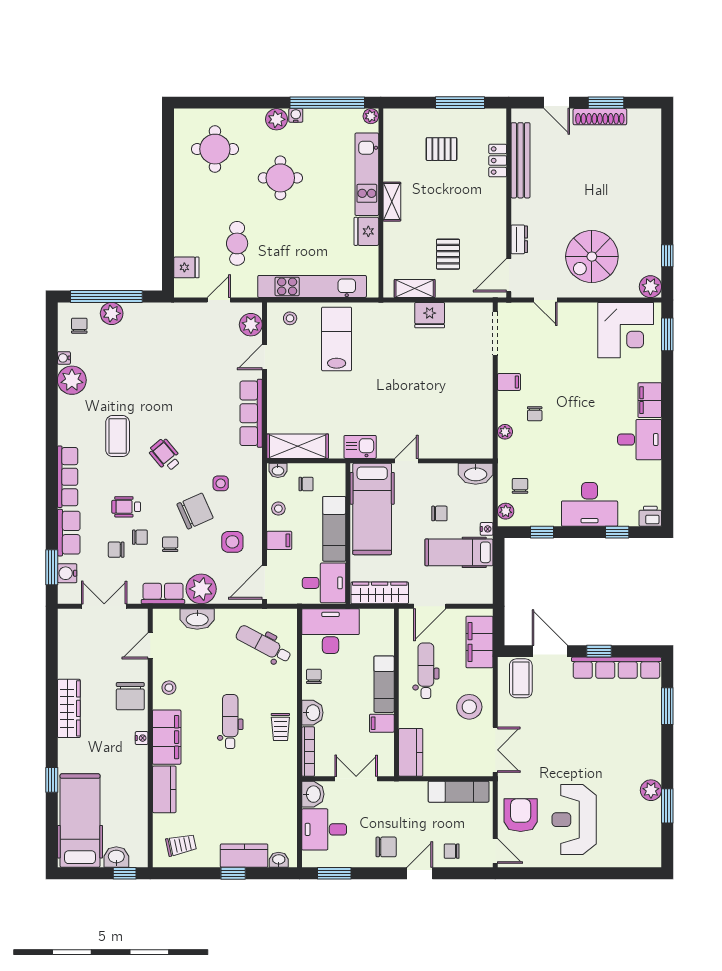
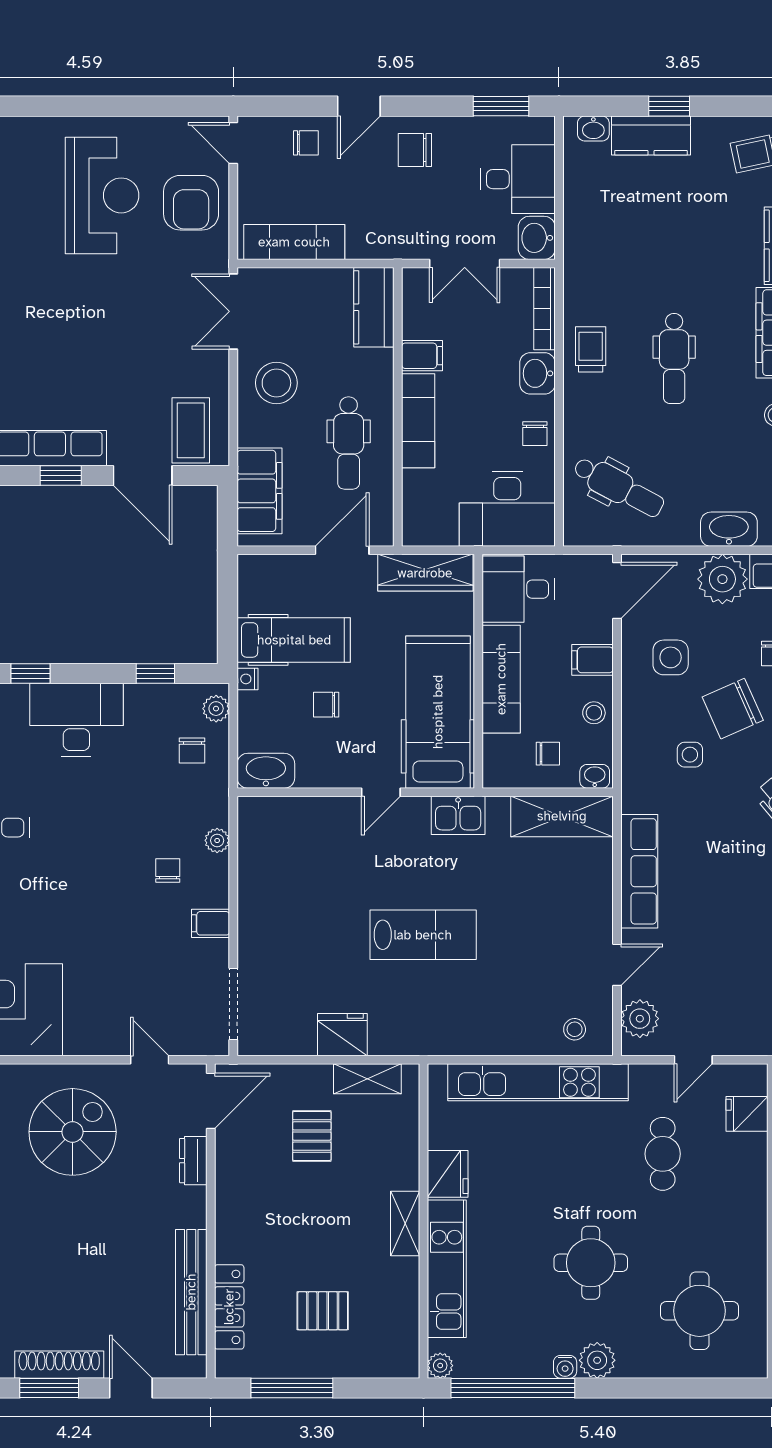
locker: (498, 161) -> (229, 1307), width x1.53
lab bench: (337, 339) -> (423, 935), moved, turned -90
chair: (306, 484) -> (548, 754), turned 180

